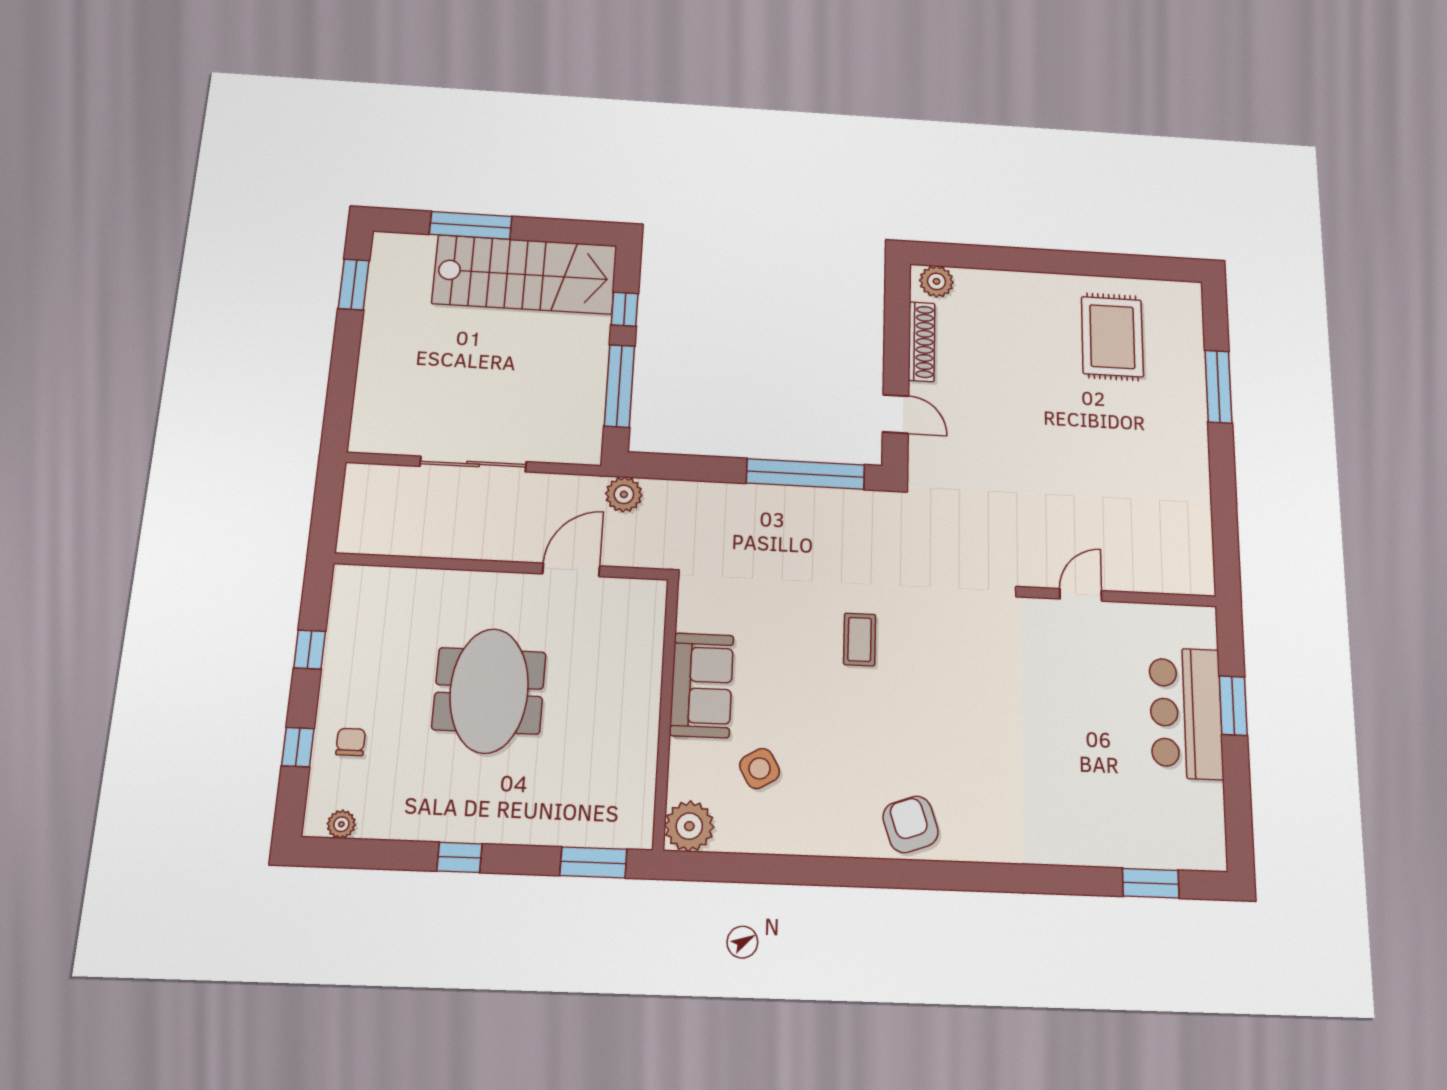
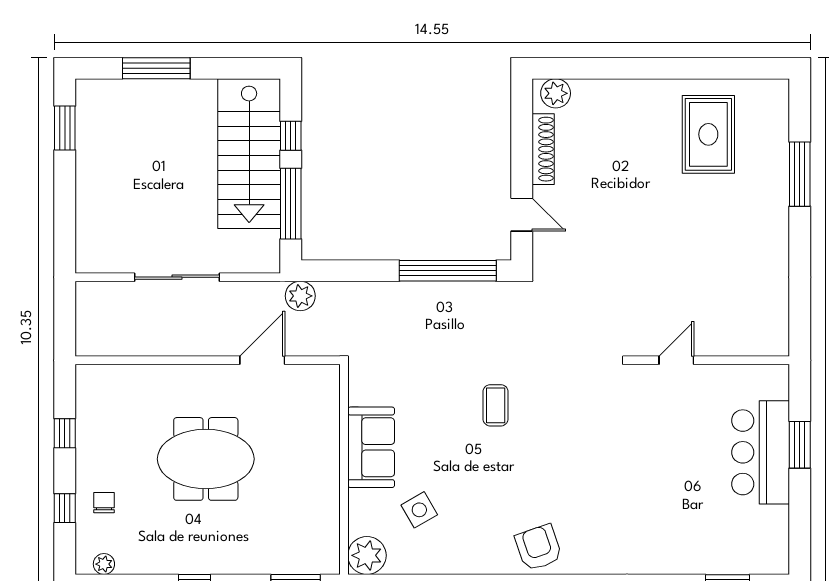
stairs: (525, 274) -> (249, 154), moved, turned 90
meeting table: (489, 691) -> (206, 459), turned 90

